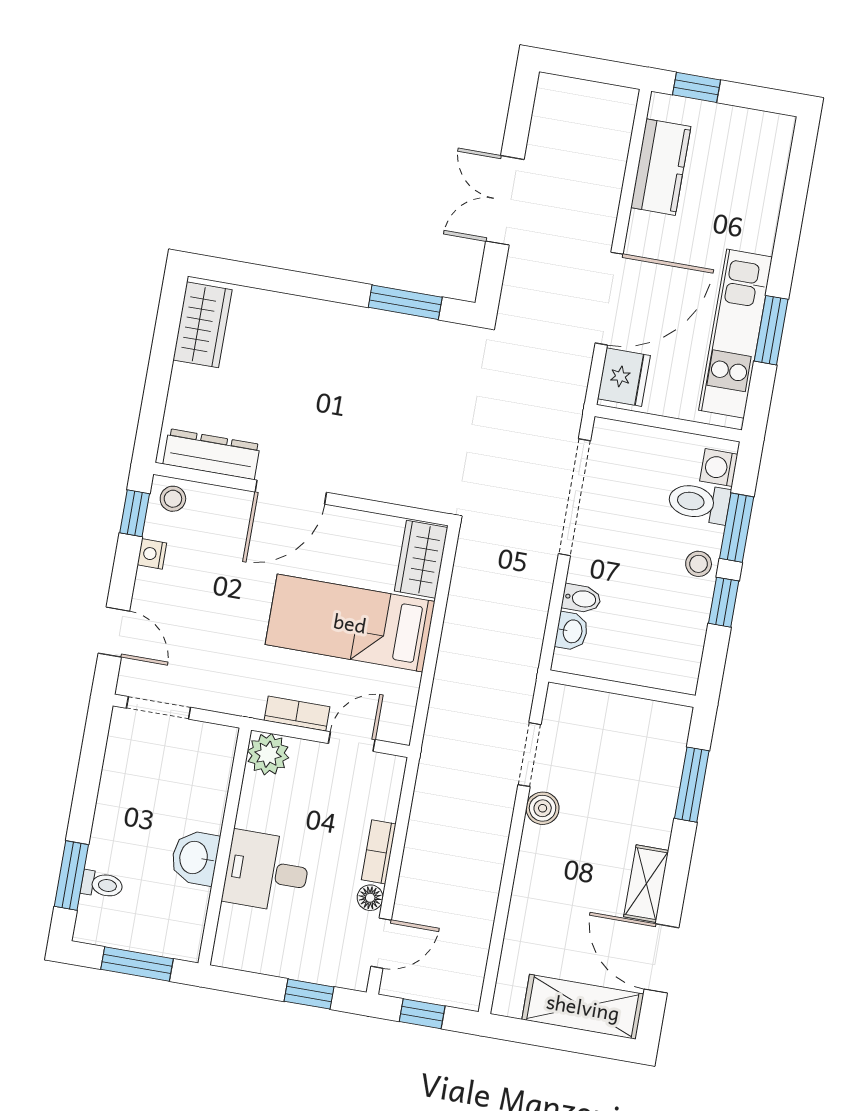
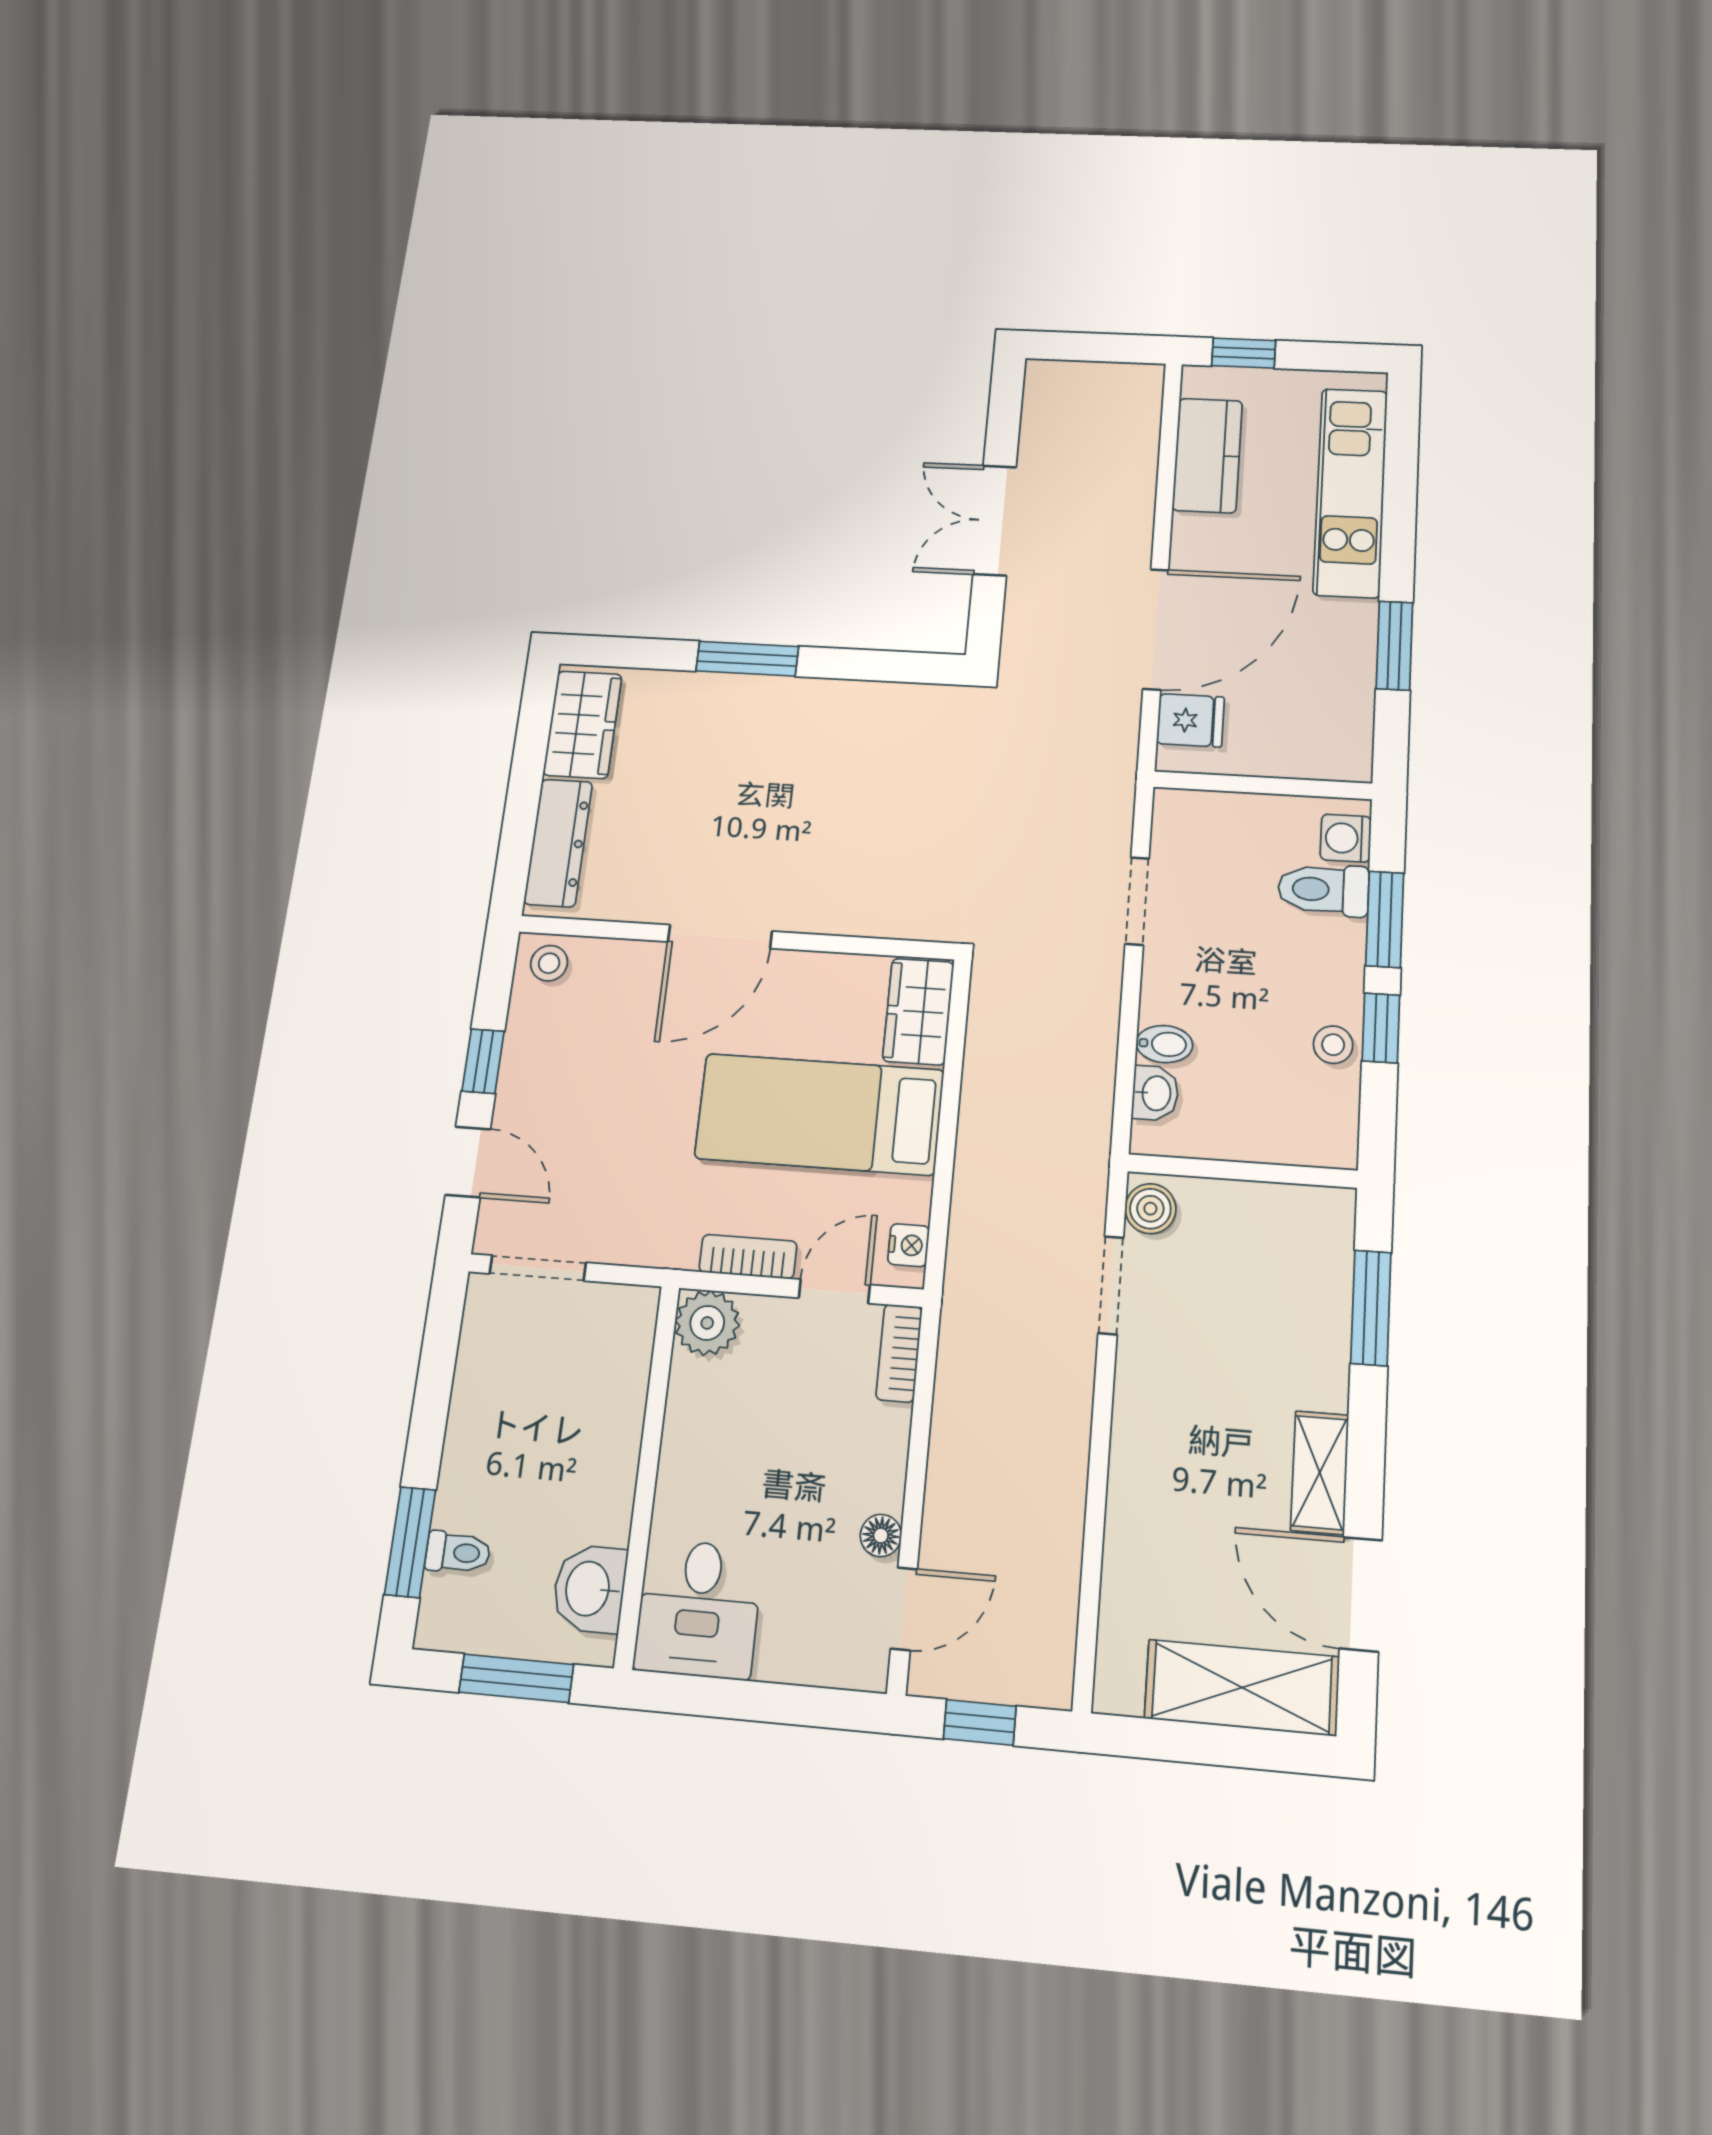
window: (405, 302) -> (747, 659), moved
kitchen unit: (735, 334) -> (1351, 492), moved
fridge: (624, 377) -> (1190, 720), width x0.72
dresser: (212, 454) -> (558, 843), moved, turned 90
doorway: (574, 497) -> (1137, 901), width x0.53
window: (135, 513) -> (483, 1061), moved
nightstand: (152, 554) -> (909, 1245), moved, turned 180
stool: (699, 564) -> (1333, 1045), moved
boiler: (543, 808) -> (1150, 1209), moved
bookcase: (379, 852) -> (899, 1353), moved
washbasin: (195, 858) -> (589, 1589), moved
desk: (267, 872) -> (699, 1609), moved, turned -90
window: (309, 994) -> (794, 1705), removed

